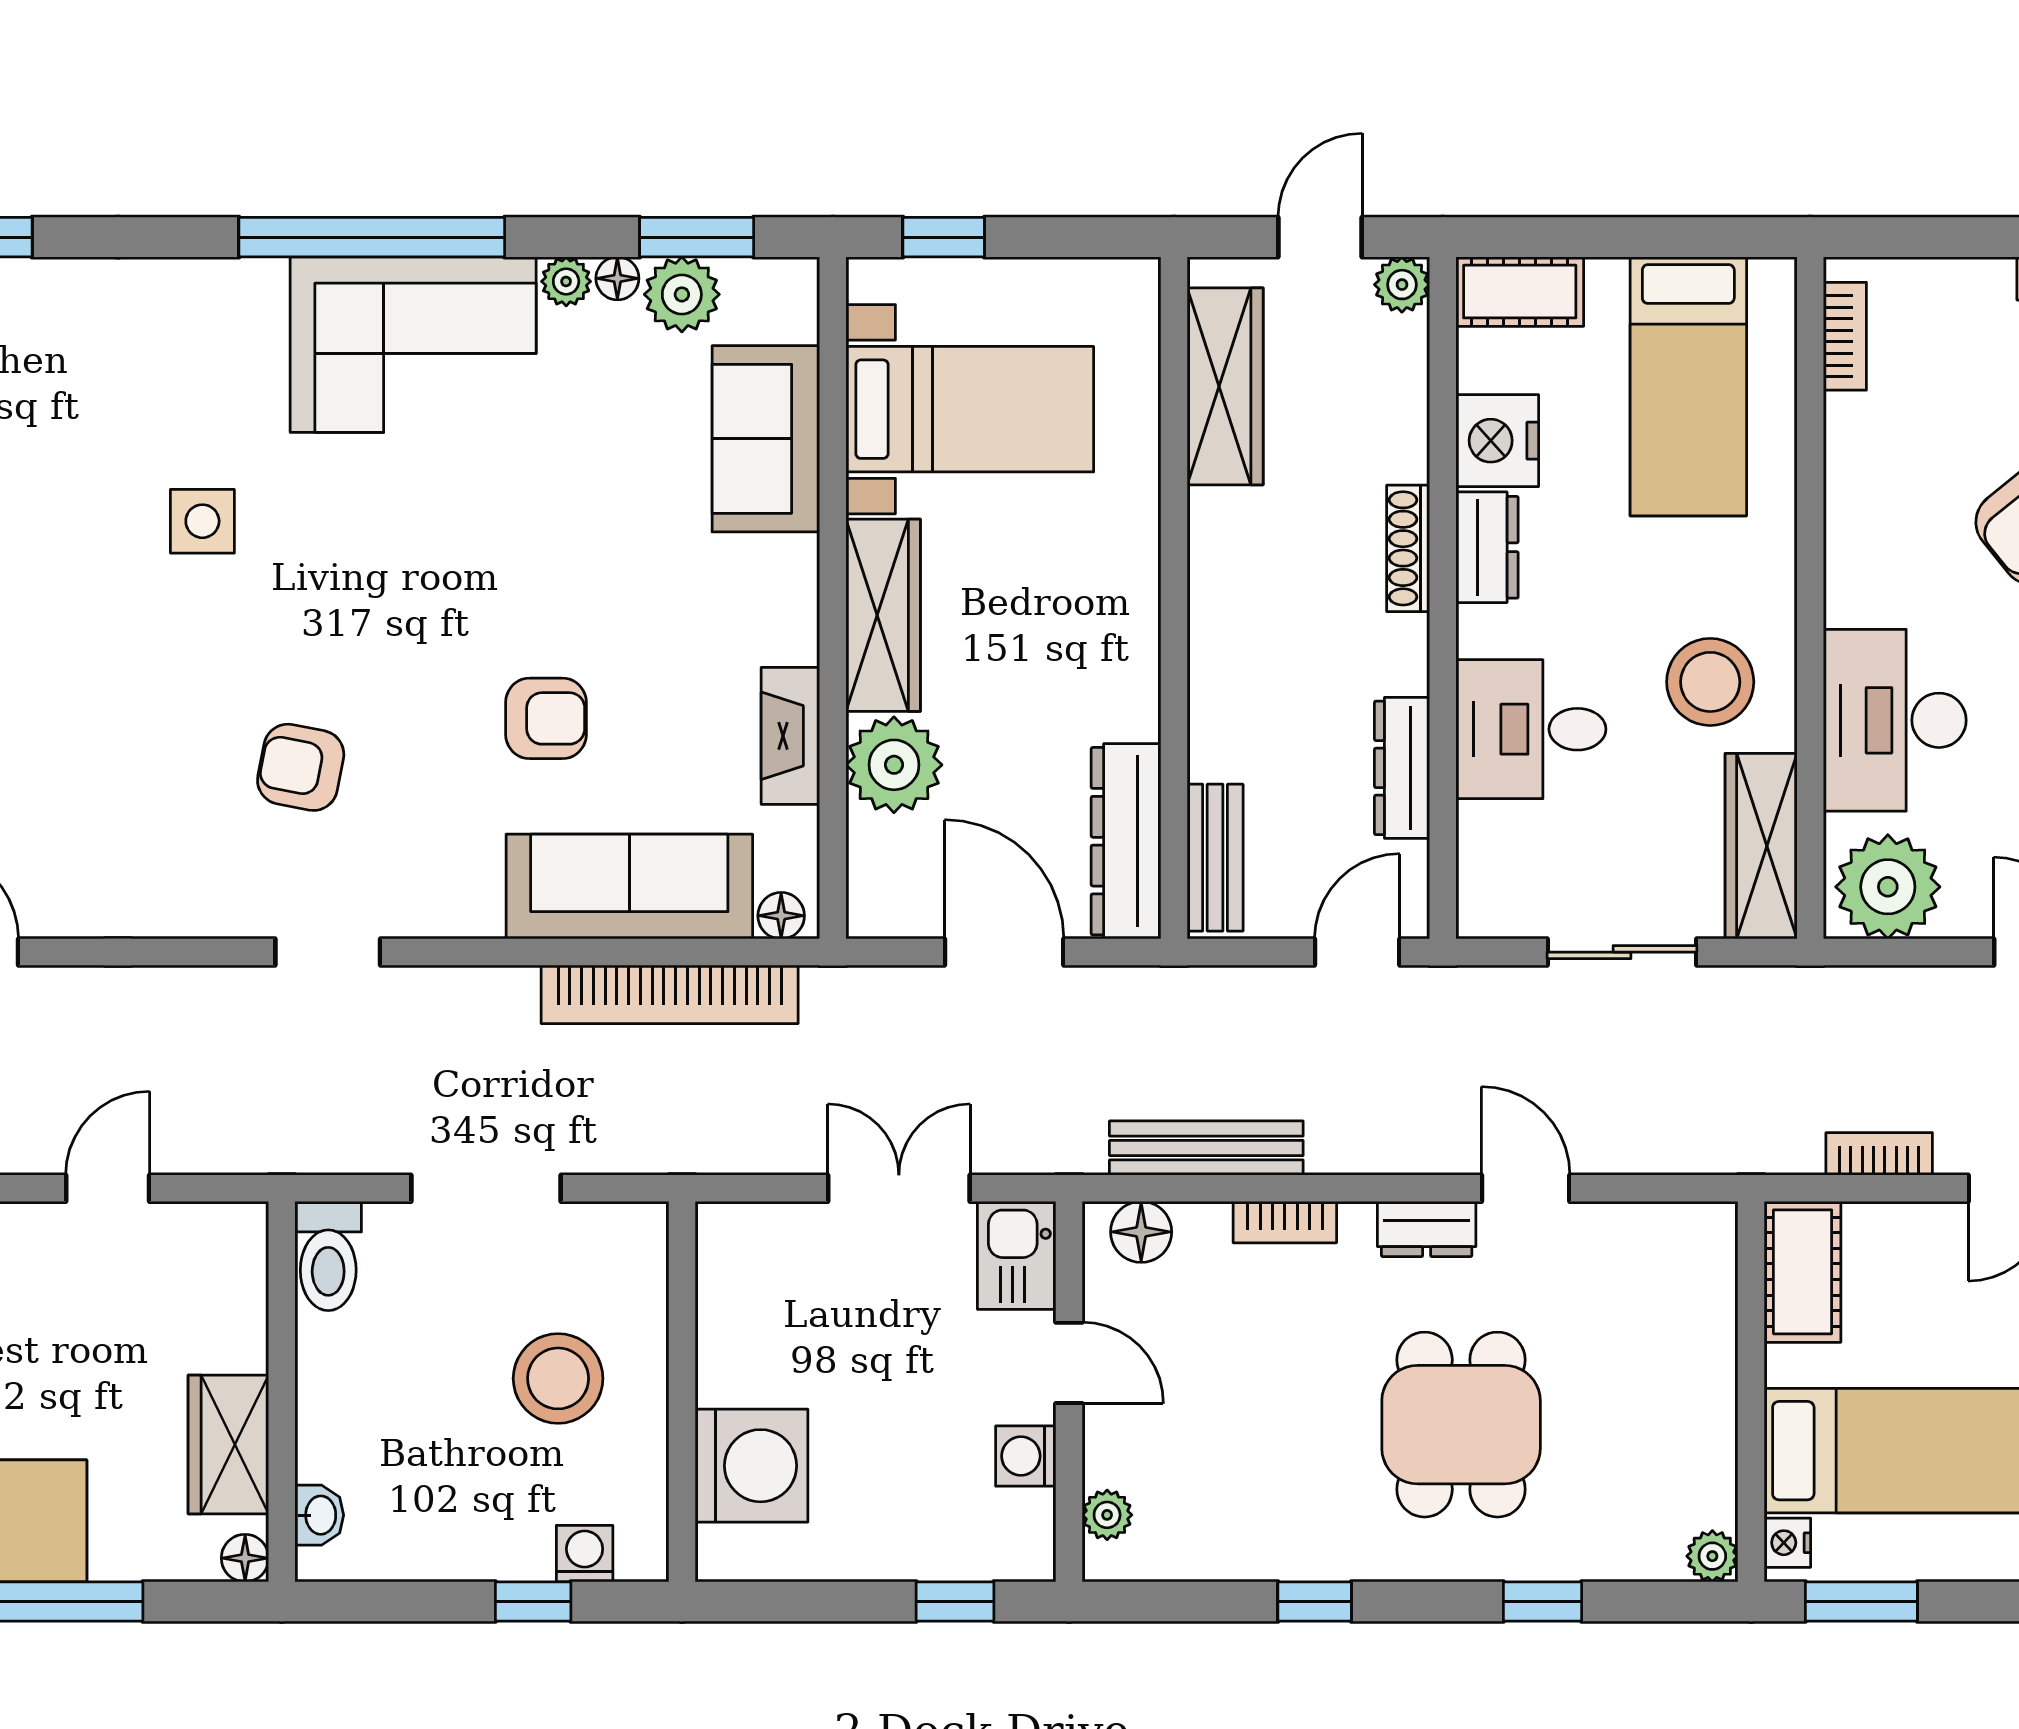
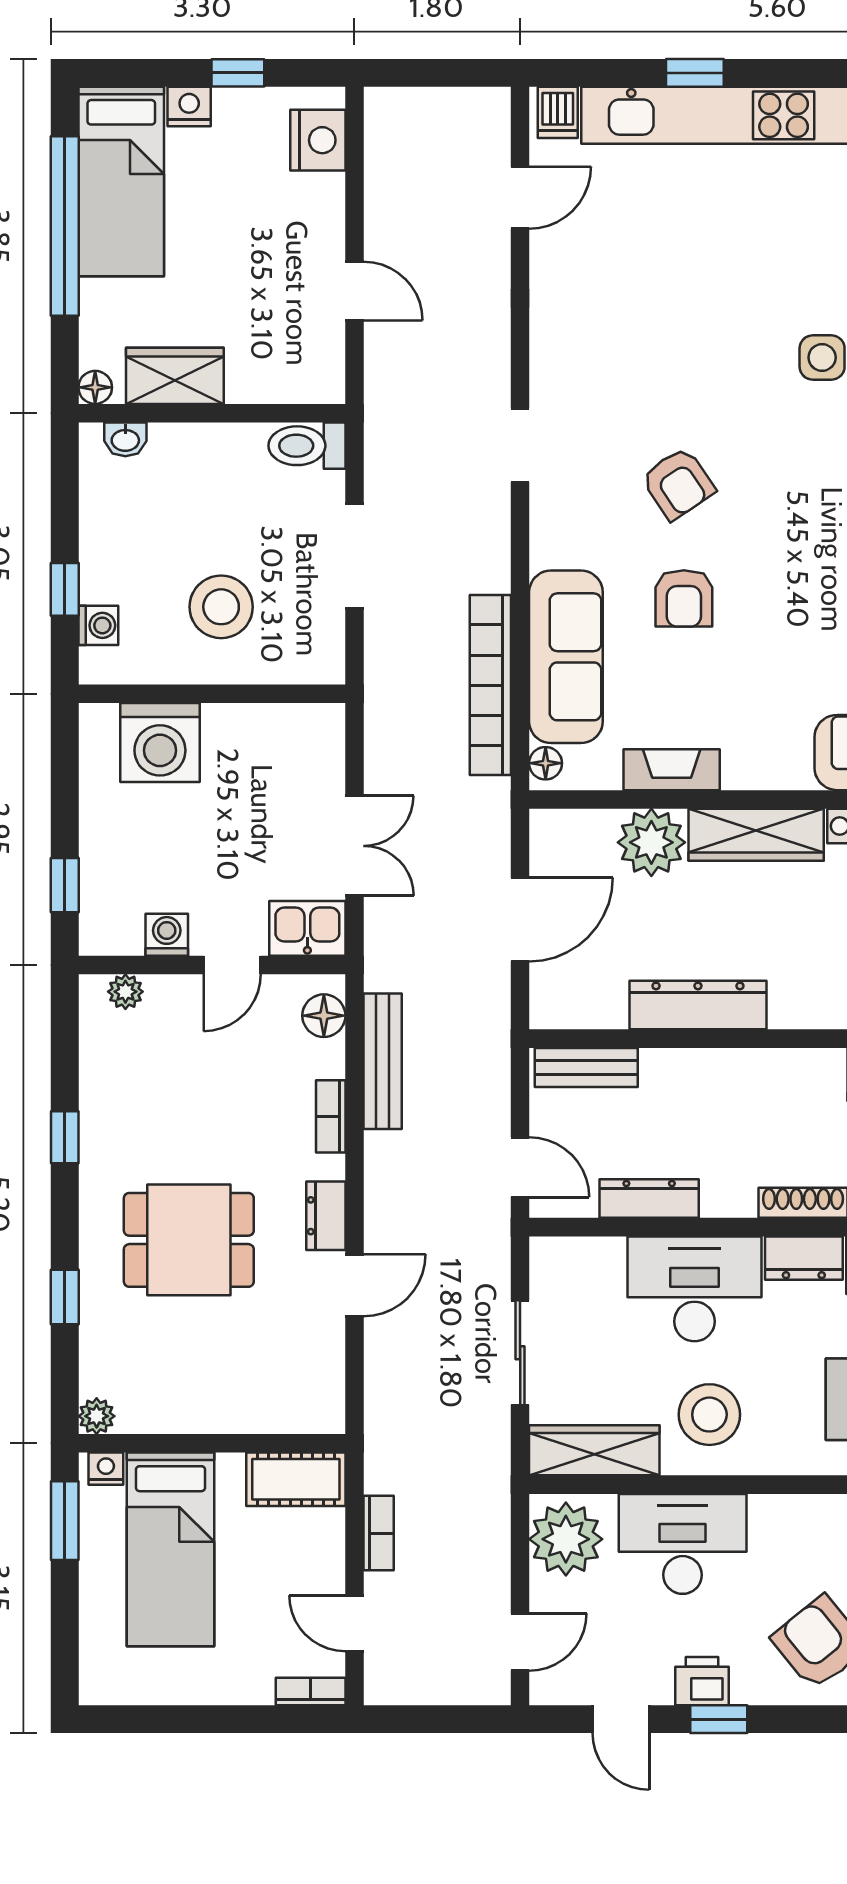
desk: (1531, 729) -> (694, 1289), width x1.37
armchair: (301, 767) -> (678, 483), moved, turned 135
dresser: (1126, 841) -> (698, 1005), moved

